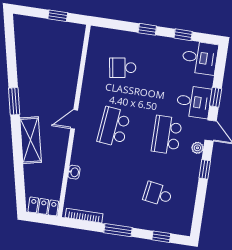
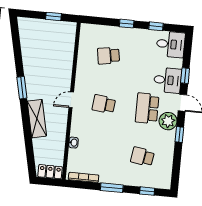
school desk: (114, 127) -> (104, 104), width x0.54
plant: (197, 148) -> (168, 121), width x1.87, depth x1.87

